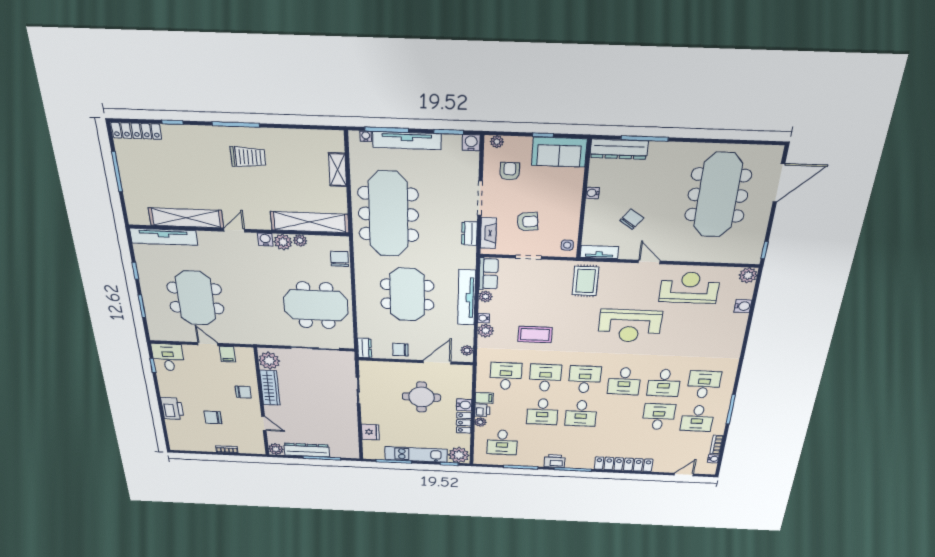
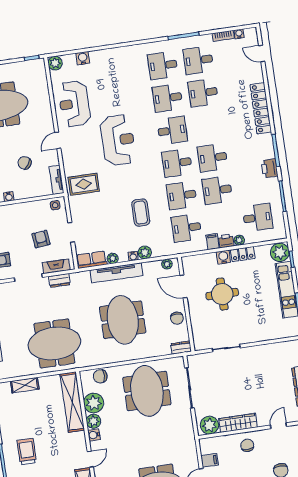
meeting table: (388, 214) -> (54, 343), width x0.73
door: (234, 230) -> (90, 459), swing flipped
plant: (300, 241) -> (94, 403), width x1.87, depth x1.87
meeting table: (407, 295) -> (123, 320), turned 90
desk: (664, 383) -> (167, 98), turned 180
desk: (542, 412) -> (217, 190), turned 180
desk: (581, 413) -> (213, 158), turned 180
desk: (697, 418) -> (198, 60), turned 180
fridge: (370, 432) -> (269, 333), removed

